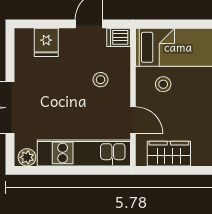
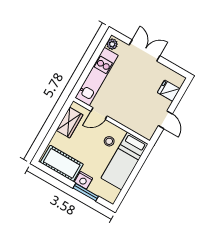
dishwasher: (119, 37) -> (149, 132), removed
stool: (101, 80) -> (131, 109), removed

